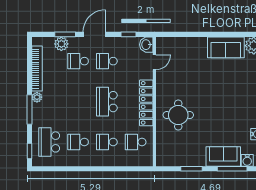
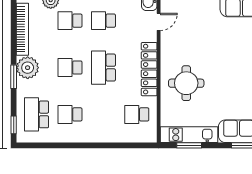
plant: (37, 97) -> (28, 68), width x1.88, depth x1.88
window: (29, 110) -> (14, 77), width x0.69
school desk: (107, 142) -> (70, 68), moved
kitchen unit: (181, 159) -> (189, 135), added
window: (191, 169) -> (189, 145), moved

